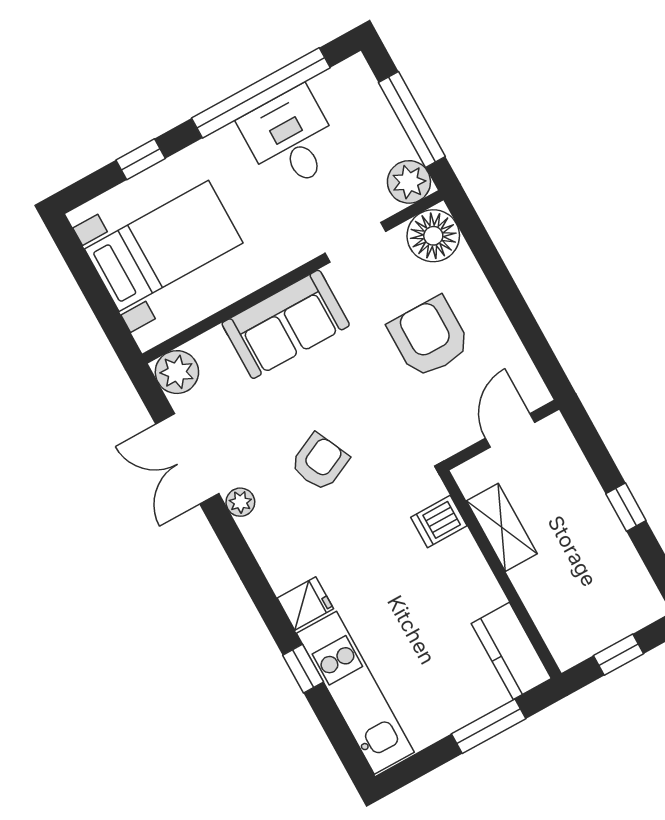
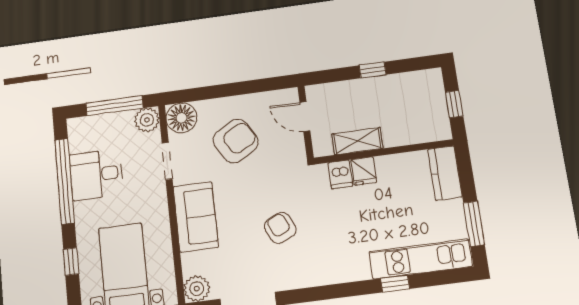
armchair: (429, 337) -> (236, 141), turned 150
plant: (240, 502) -> (285, 282), removed
fridge: (305, 603) -> (364, 171), moved, turned 180
kitchen counter: (511, 651) -> (445, 173), moved, turned 90
window: (489, 726) -> (474, 224), moved

